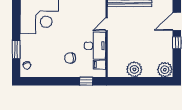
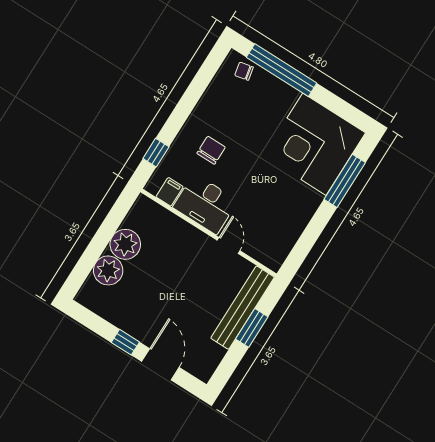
window: (16, 49) -> (282, 70), width x2.11
plant: (165, 70) -> (108, 270), moved

